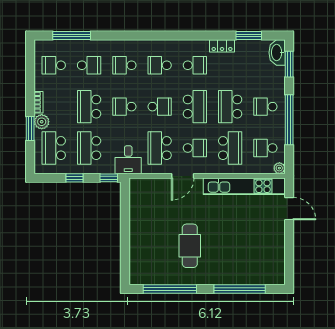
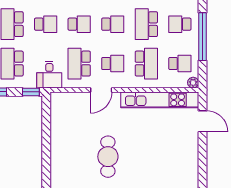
school desk: (124, 107) -> (46, 24), turned 180
school desk: (195, 107) -> (113, 24), width x0.54
school desk: (265, 148) -> (180, 64), turned 180

